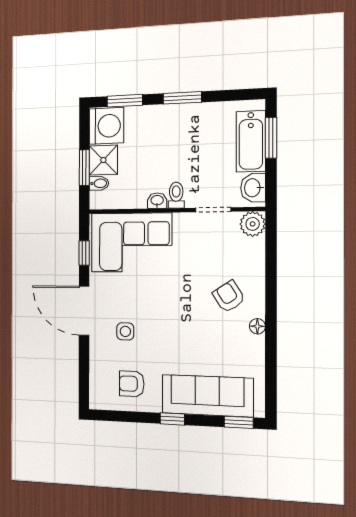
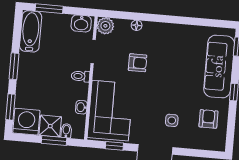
bathtub: (251, 141) -> (31, 31), moved, turned -90
washbasin: (157, 201) -> (81, 107), moved
armchair: (229, 296) -> (138, 63), moved, turned -147
floor lamp: (257, 326) -> (137, 25), moved
armchair: (132, 384) -> (208, 119), turned 180

